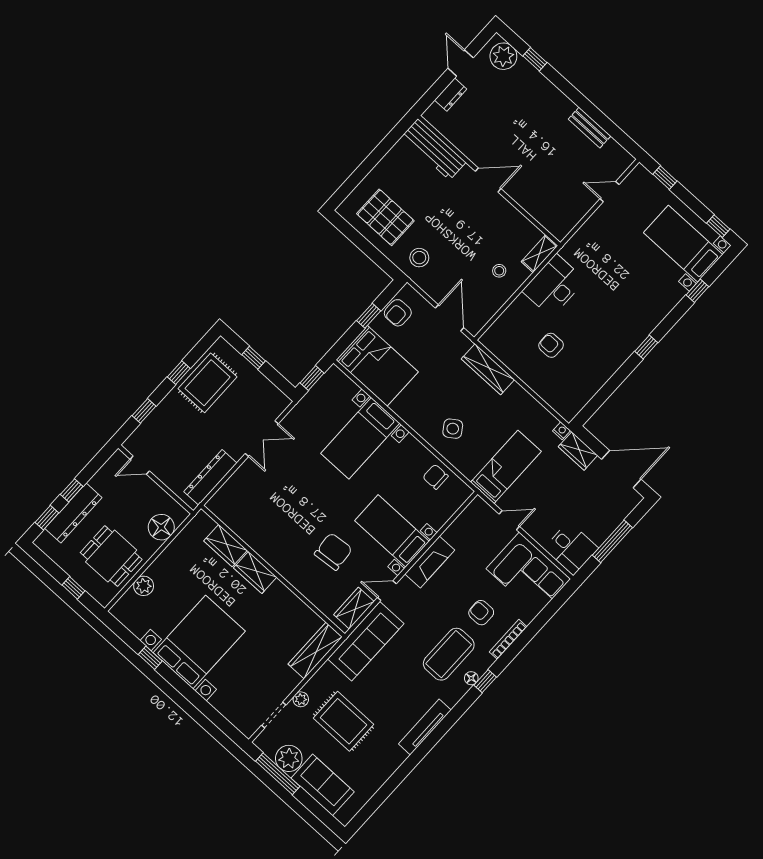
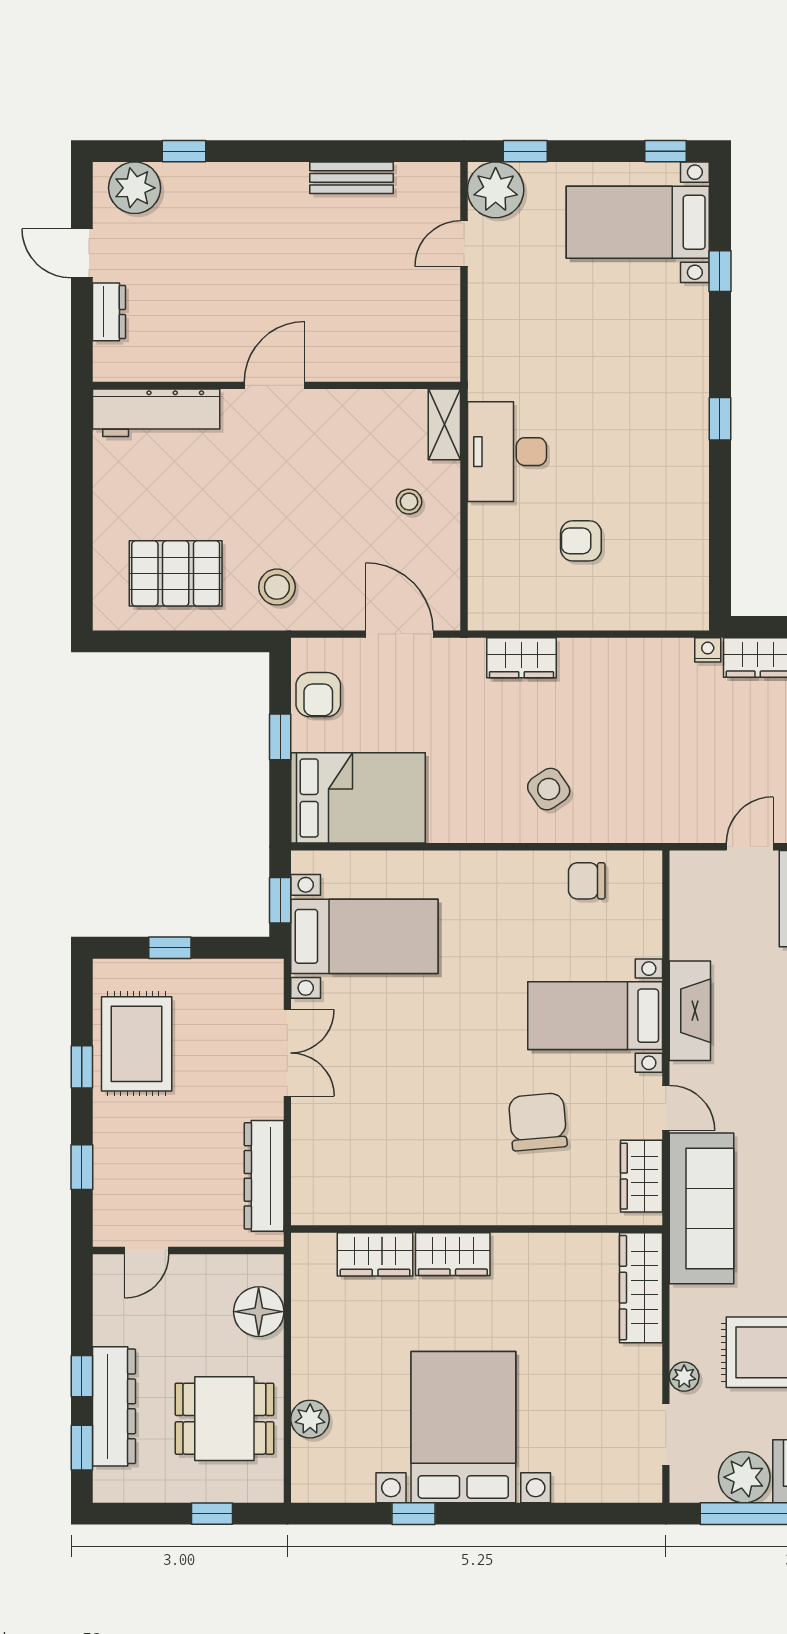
plant: (640, 182) -> (496, 190), added
wardrobe: (488, 369) -> (521, 658), width x0.67
bed with nightstands: (360, 438) -> (364, 936), moved, turned -90
bed: (506, 467) -> (675, 775), removed
door: (387, 591) -> (666, 1108), swing flipped

